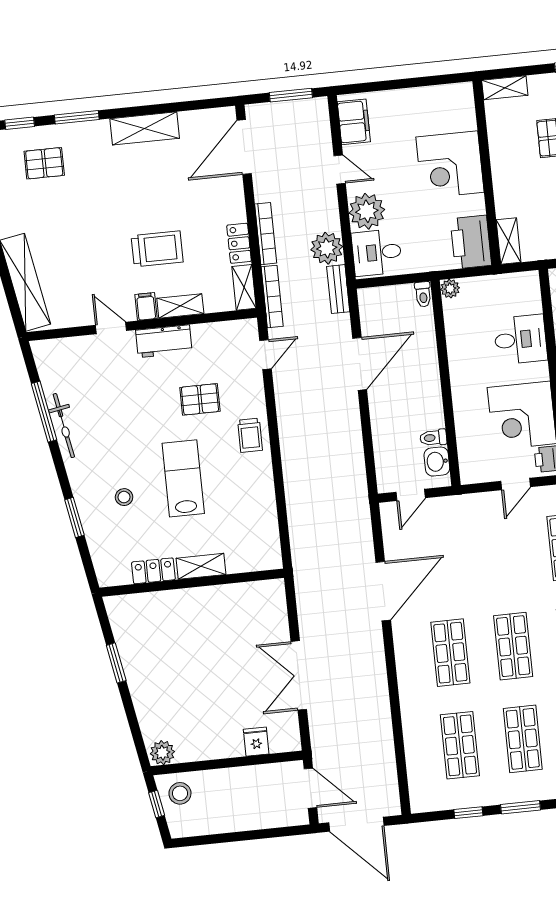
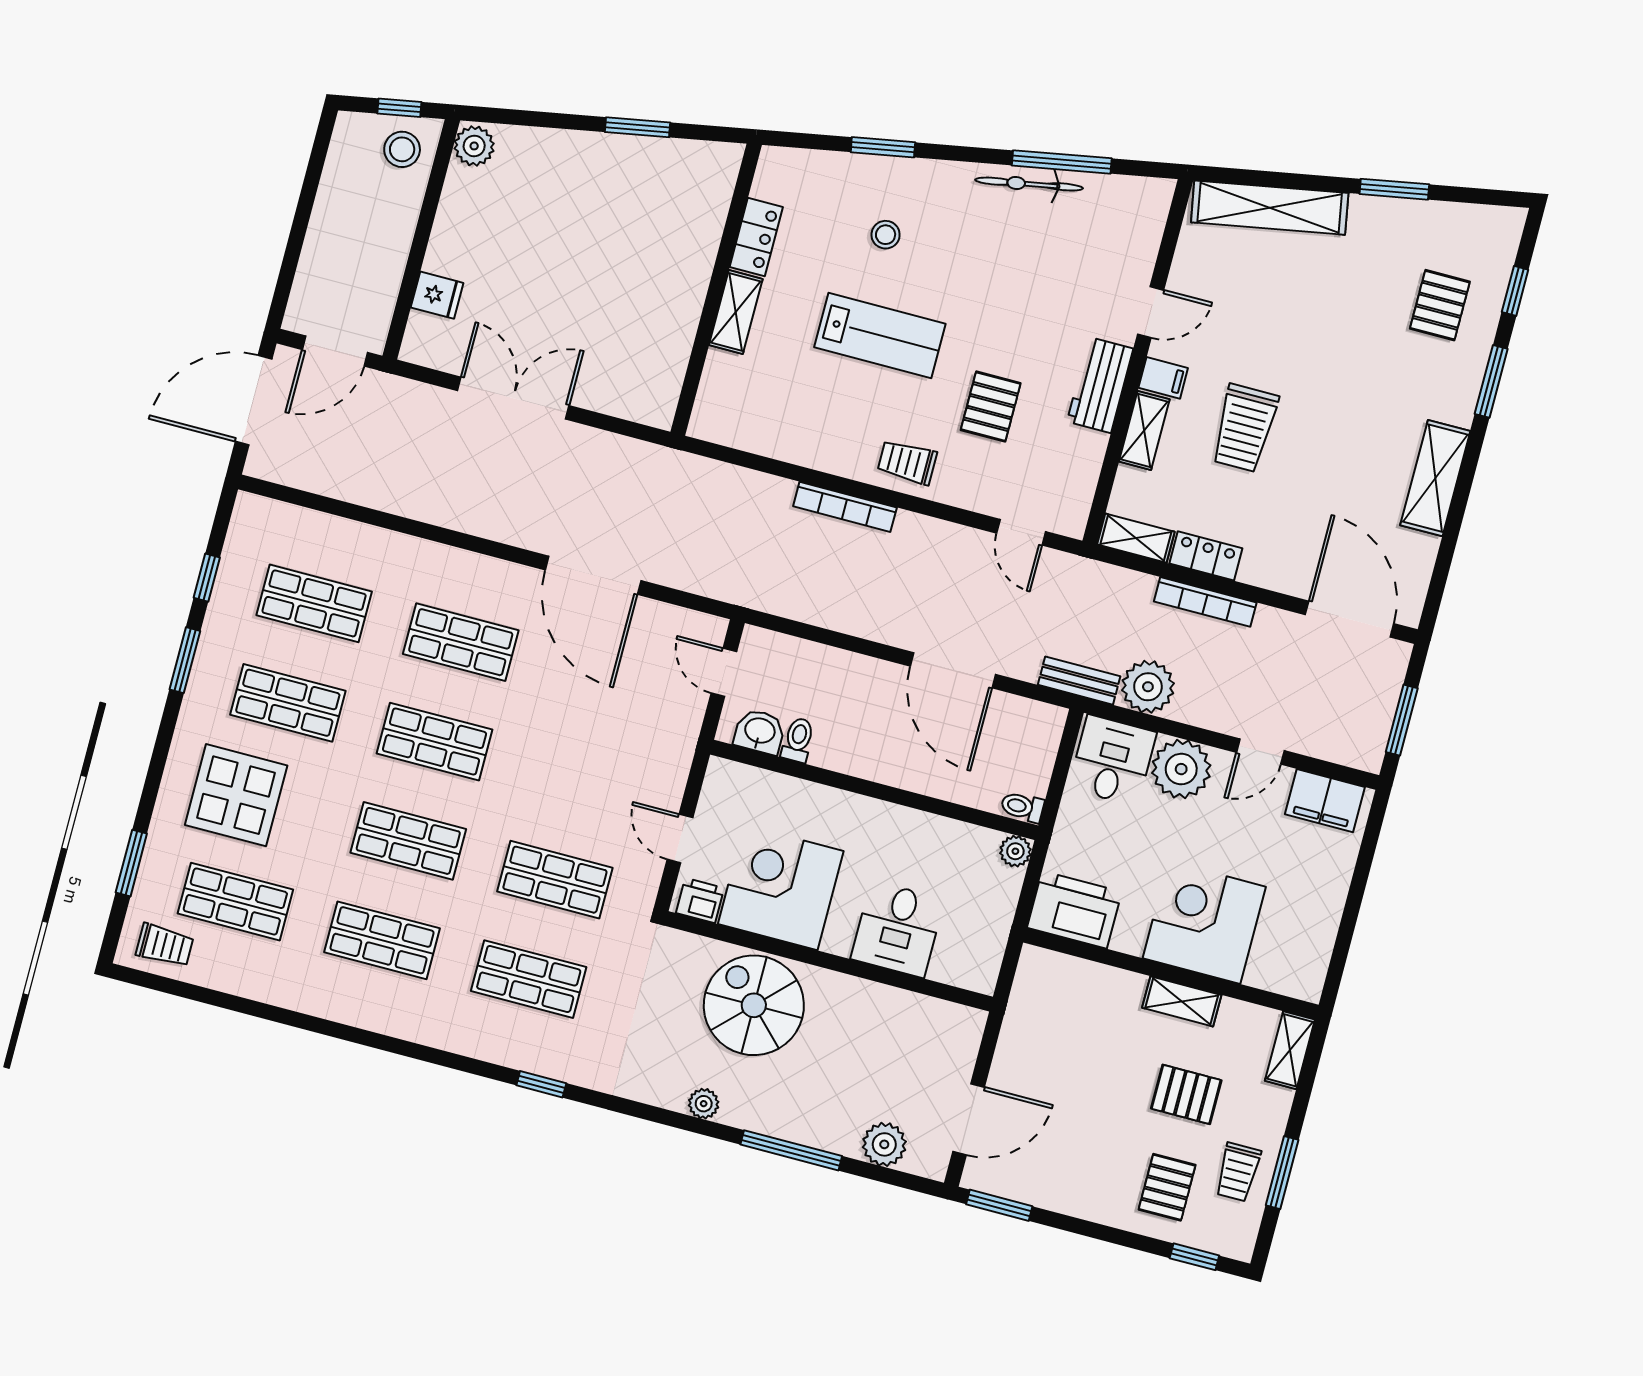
shelving: (509, 241) -> (1182, 1001), moved
bookcase: (272, 297) -> (845, 507), moved

